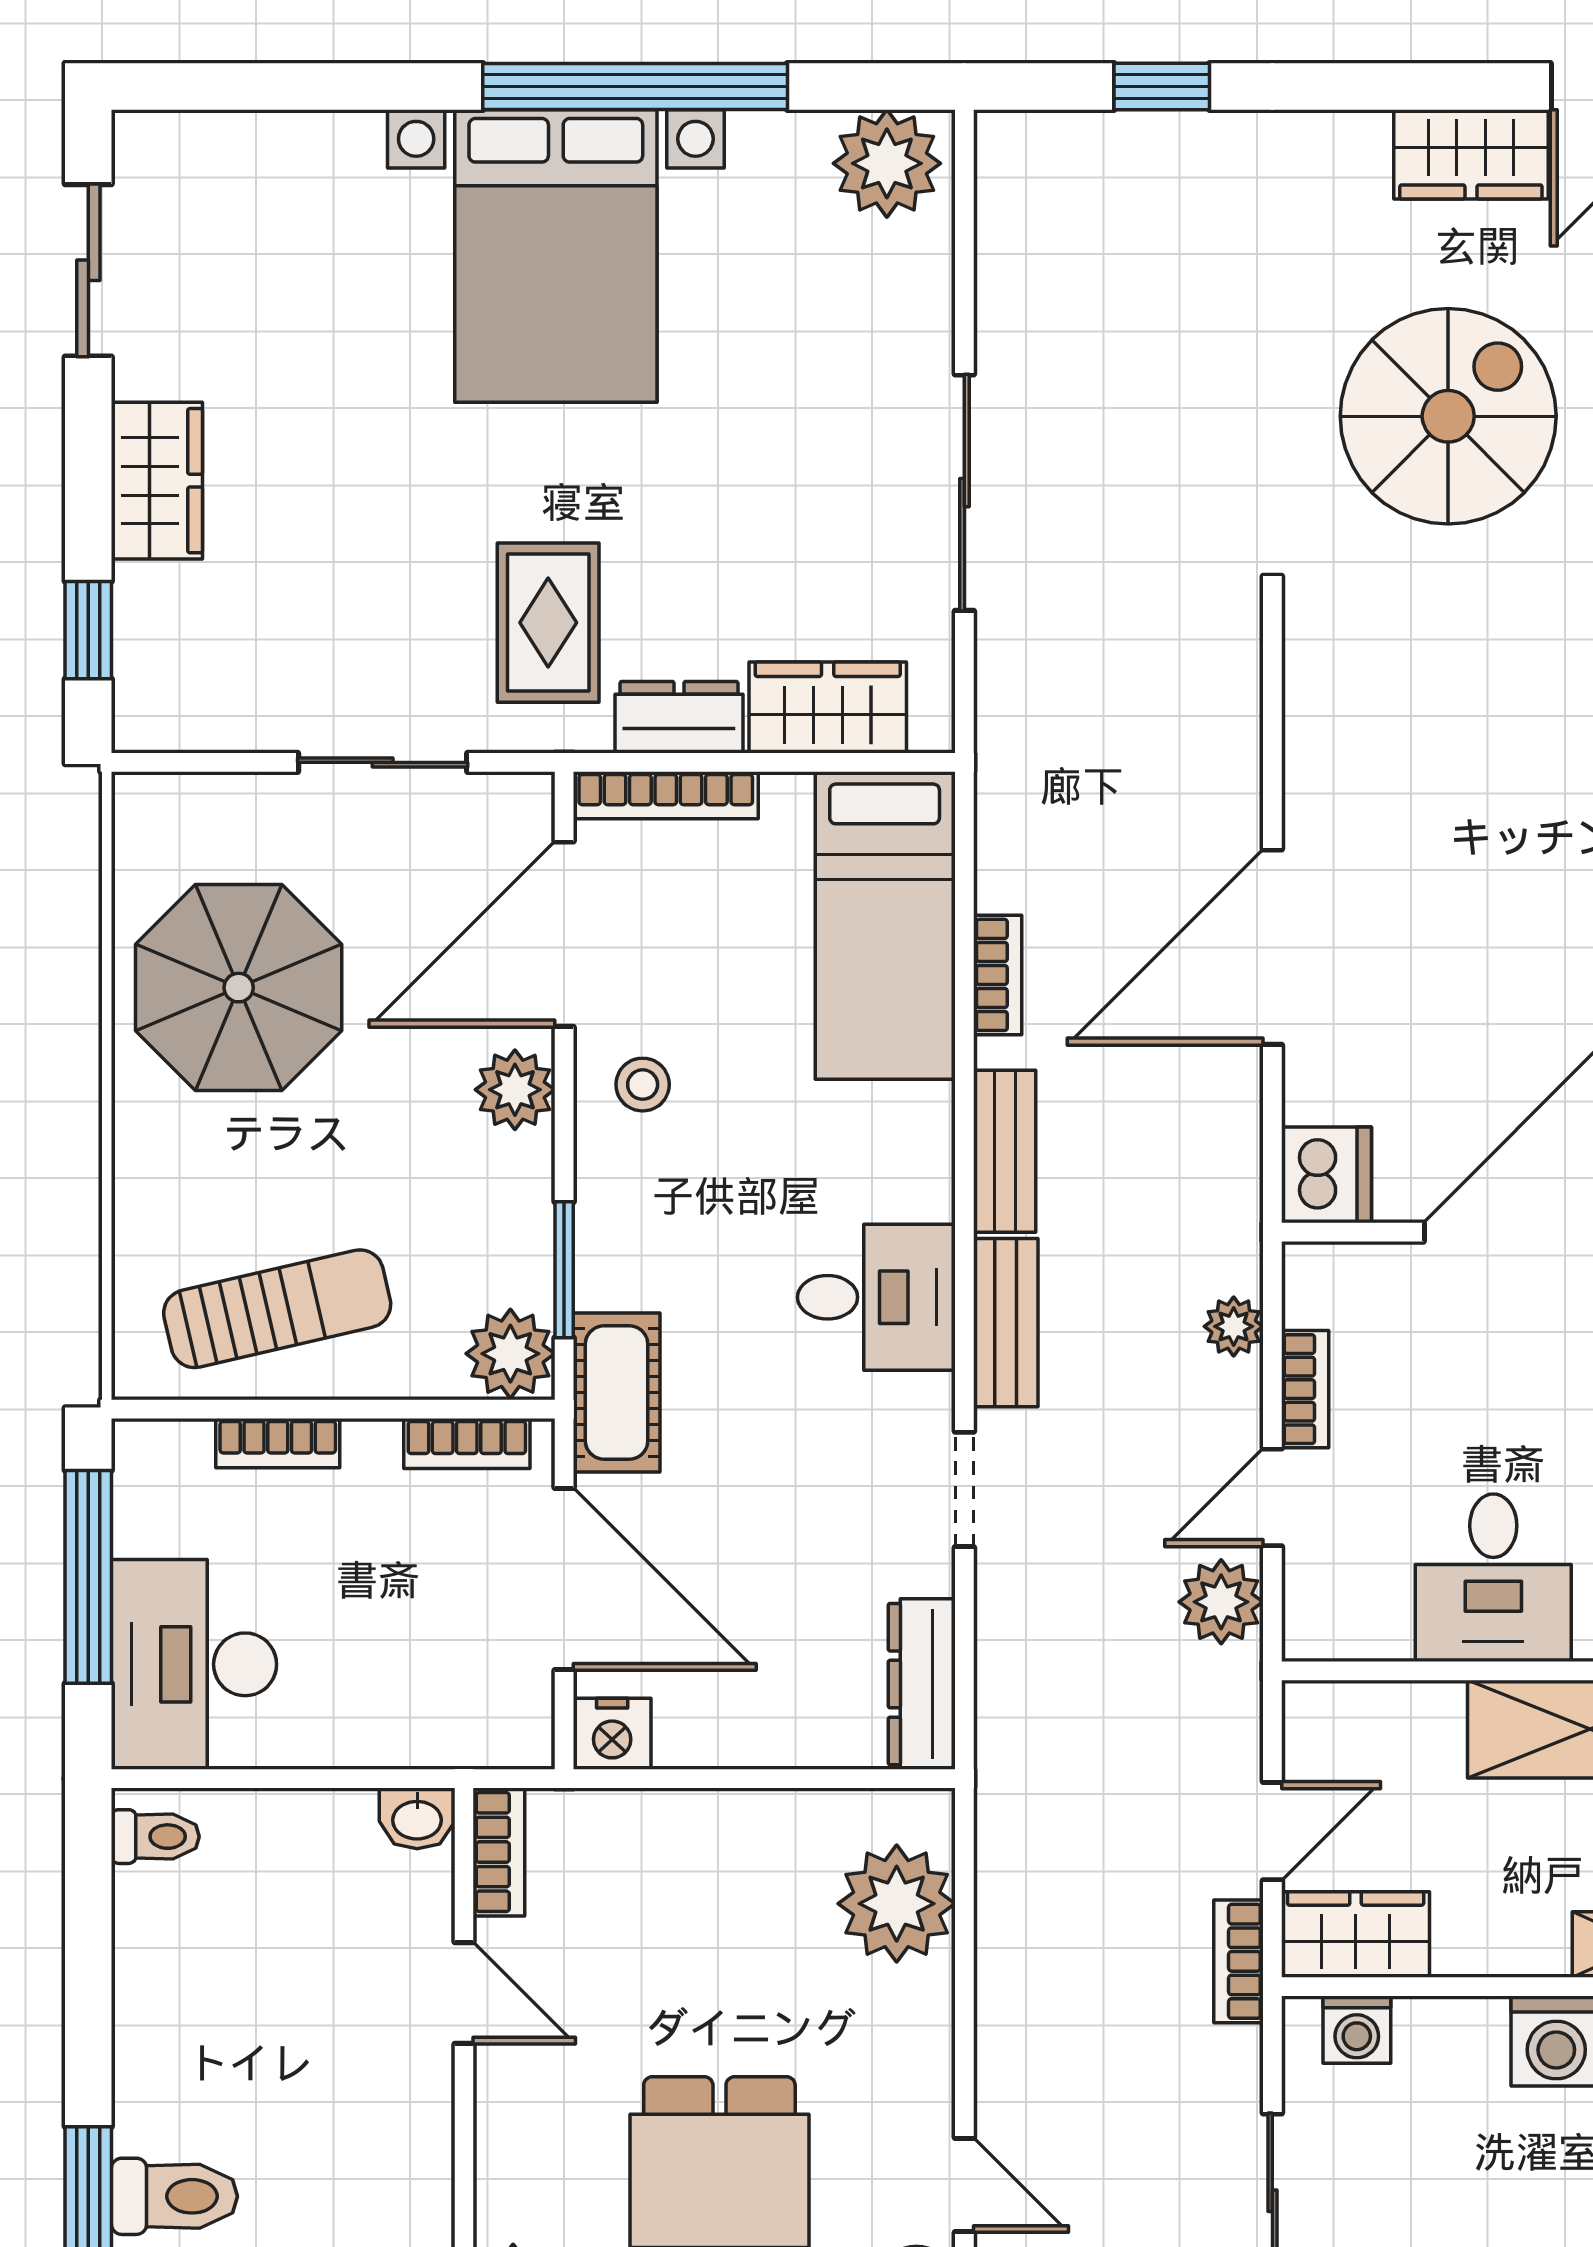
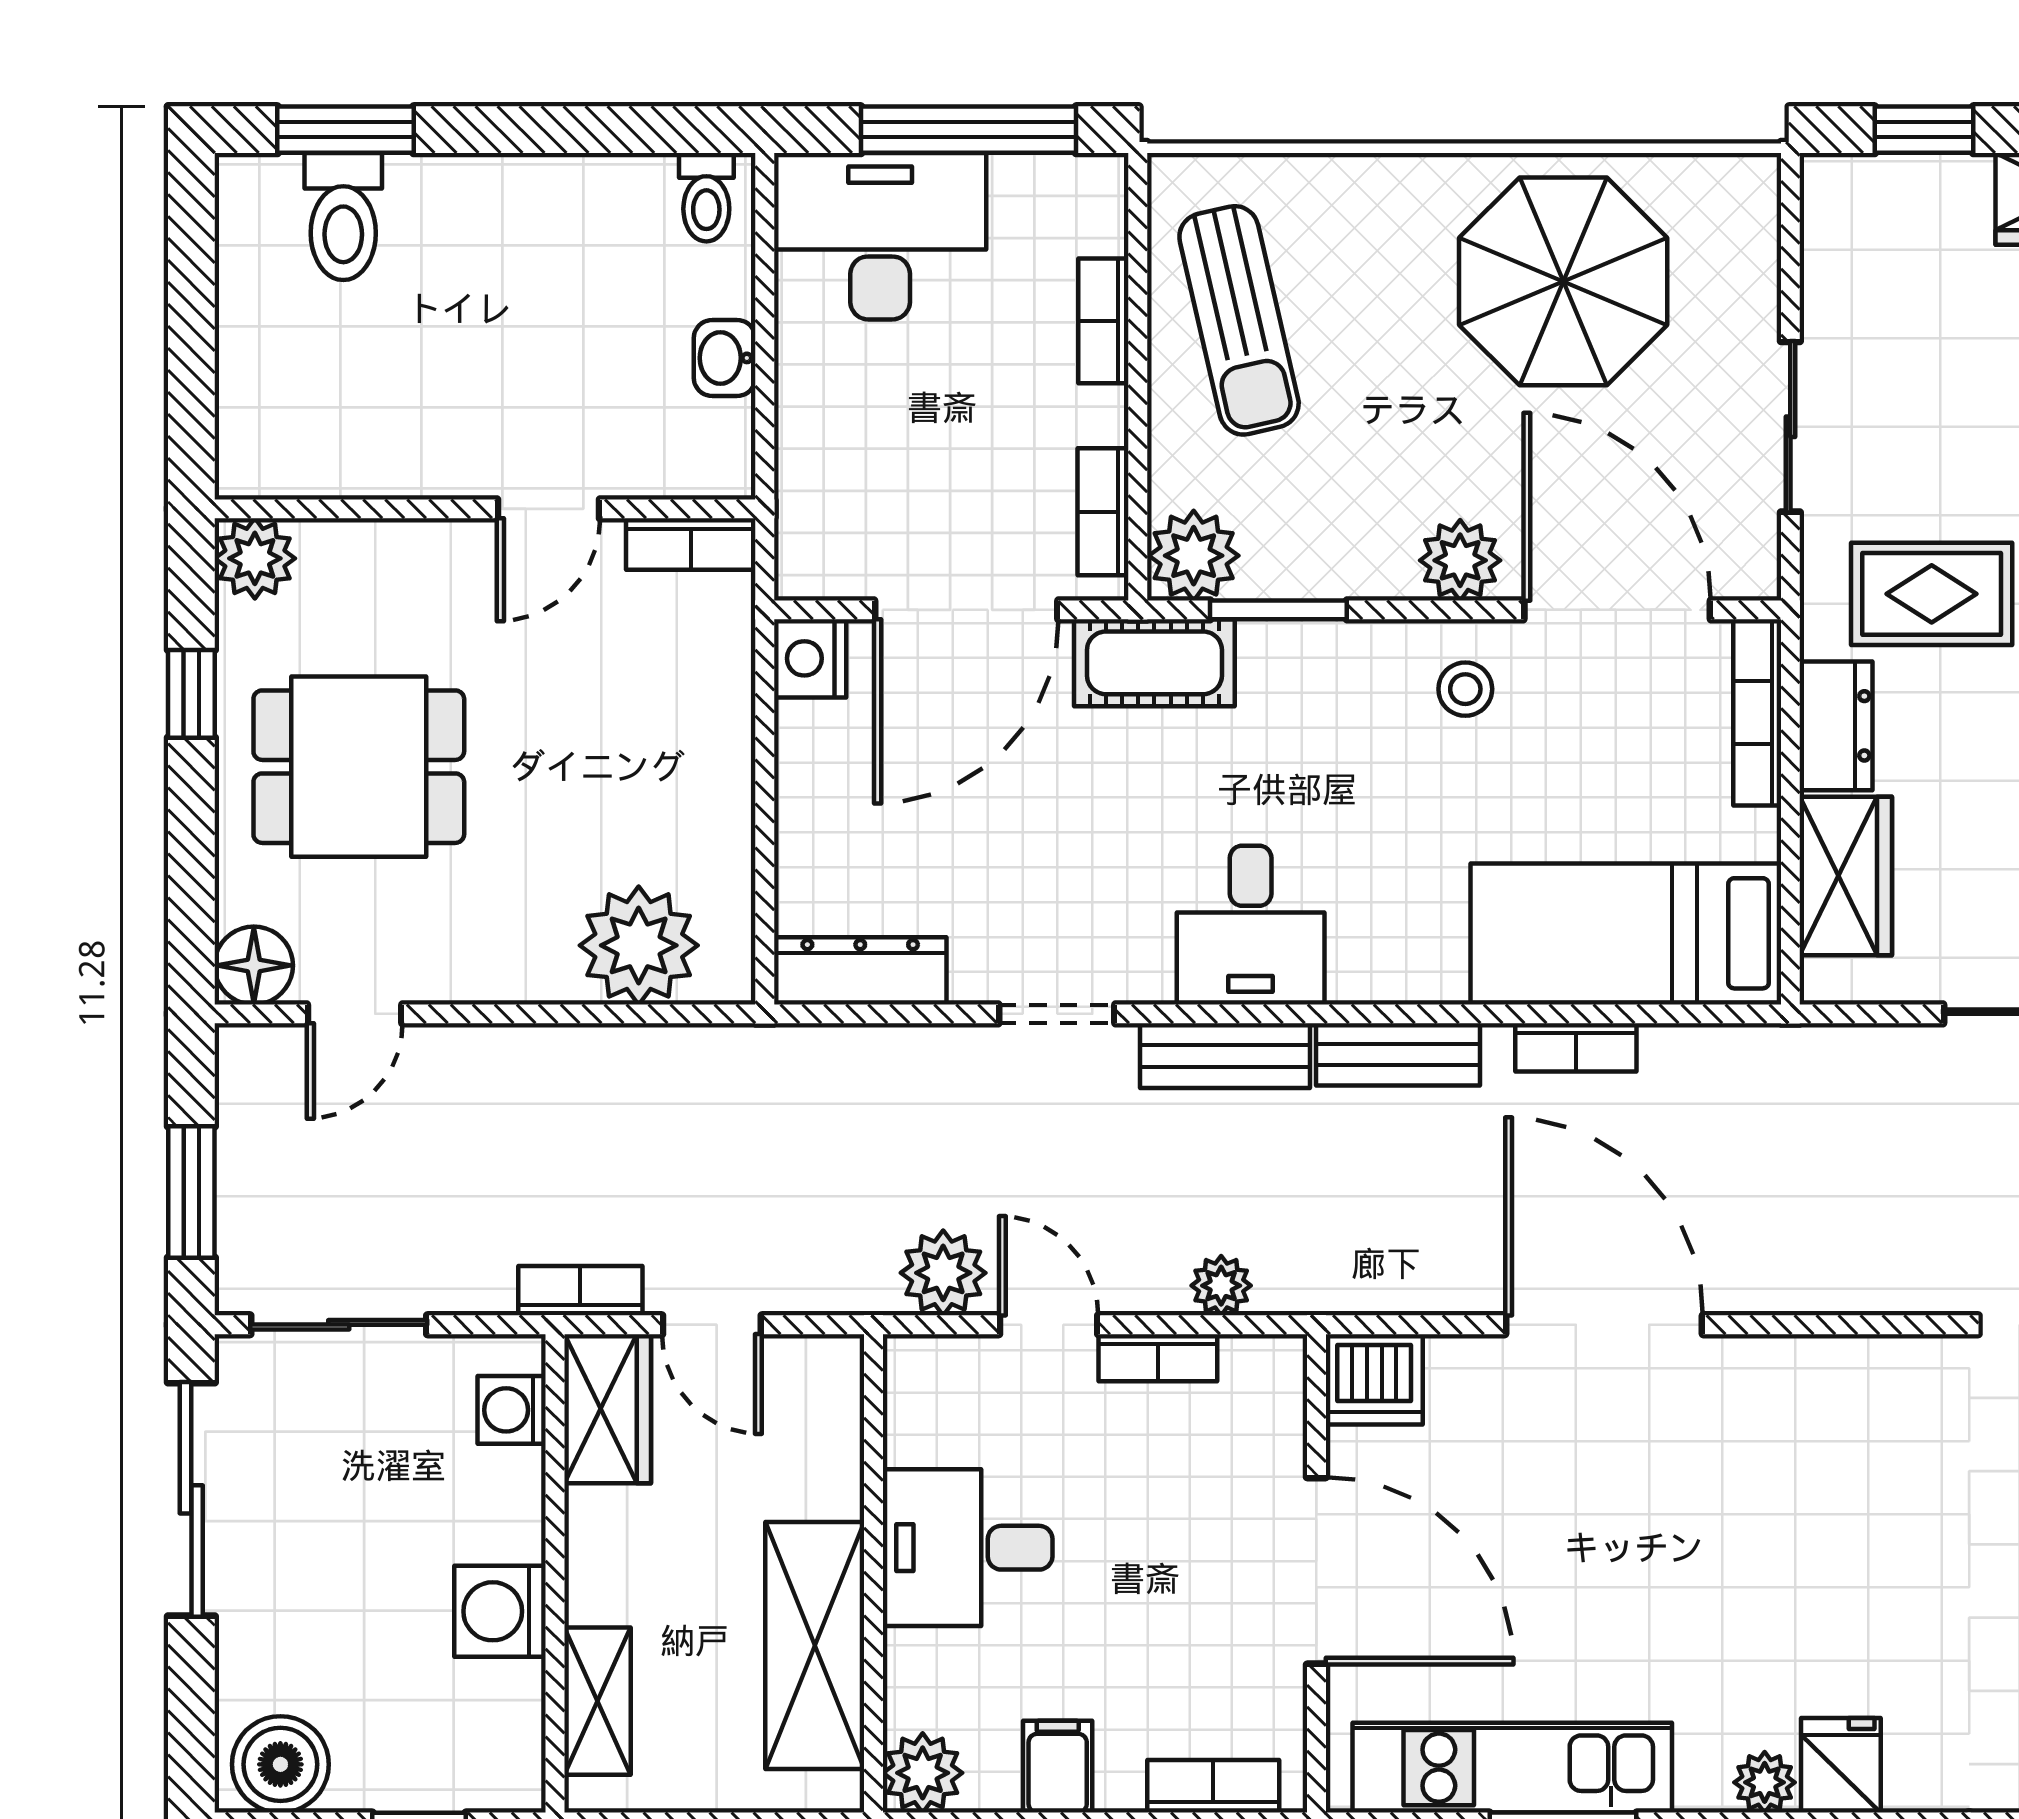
washbasin: (417, 1818) -> (725, 358), moved

